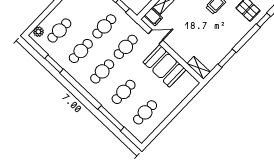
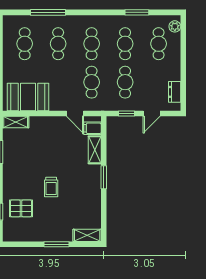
door: (155, 37) -> (75, 113), hinge flipped
booth: (165, 66) -> (28, 97), moved

